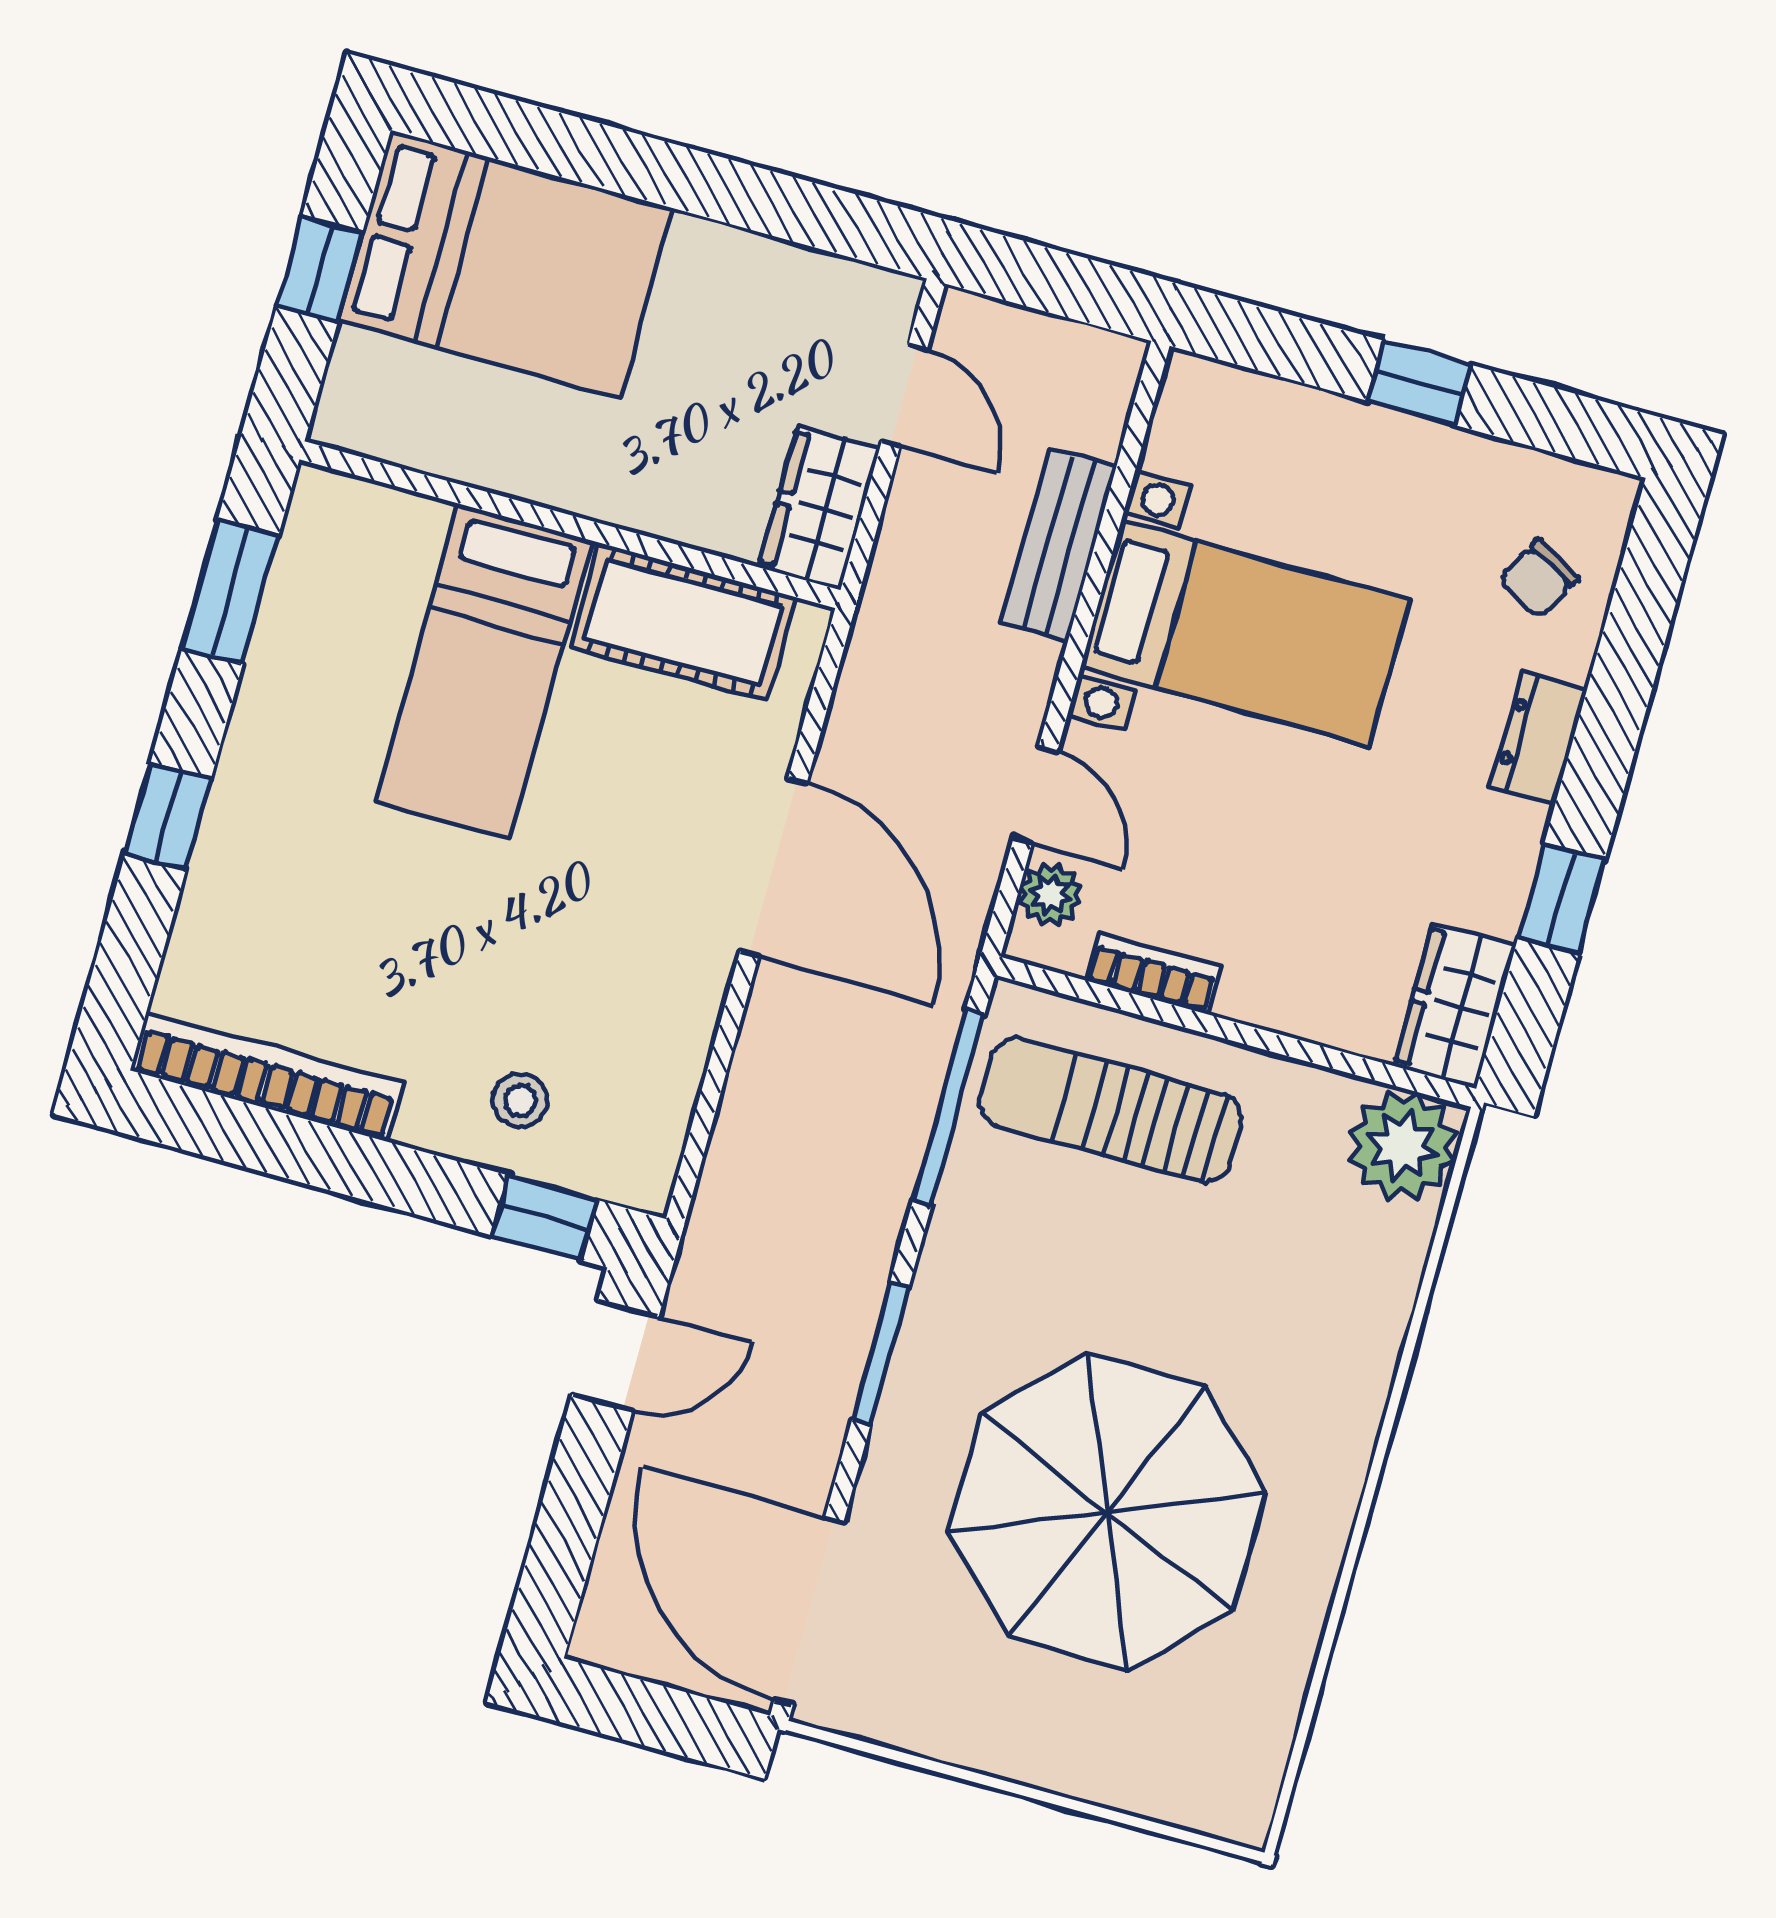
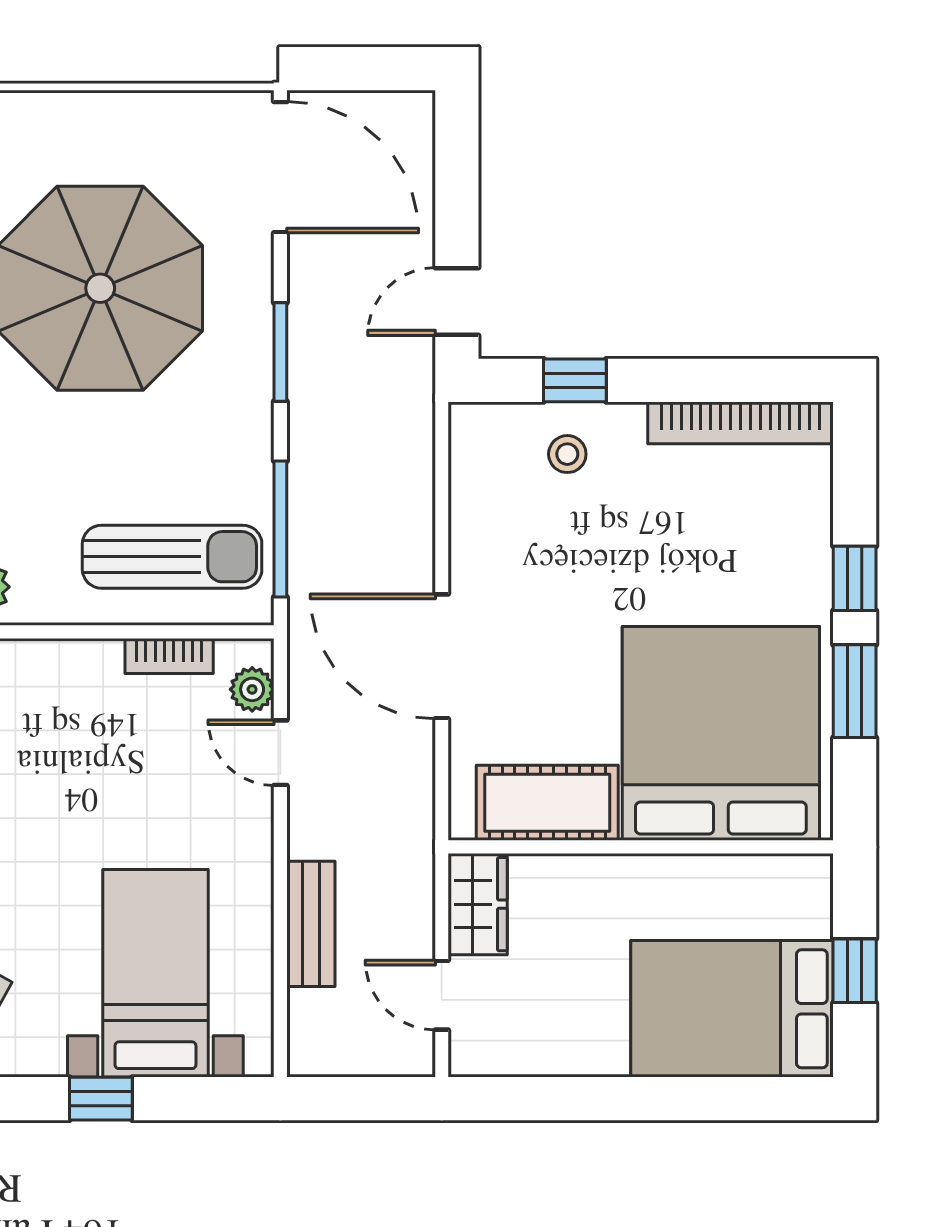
window: (230, 592) -> (855, 691), moved
bed with nightstands: (1245, 633) -> (155, 973), moved, turned 90
bed: (484, 671) -> (721, 733), width x2.04
window: (545, 1218) -> (575, 380), moved

